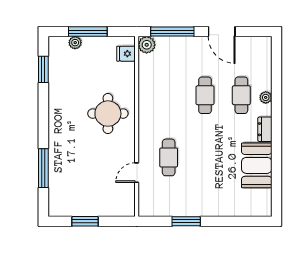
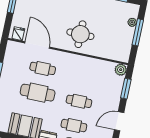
window: (172, 32) -> (126, 89), width x0.69
fridge: (126, 54) -> (18, 34), moved
cafe table: (205, 157) -> (38, 93), added
door: (137, 173) -> (37, 45), width x1.87

